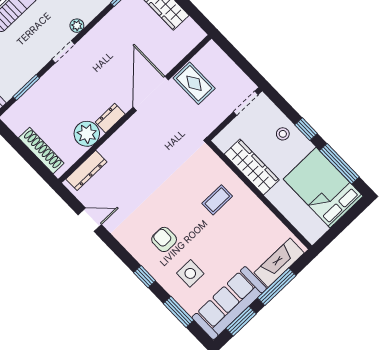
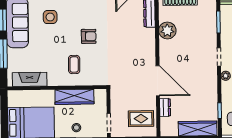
rug: (194, 83) -> (141, 119), moved
dresser: (110, 118) -> (165, 108), moved
armchair: (164, 239) -> (89, 36), moved
fireplace: (279, 263) -> (30, 79), moved, turned -90

